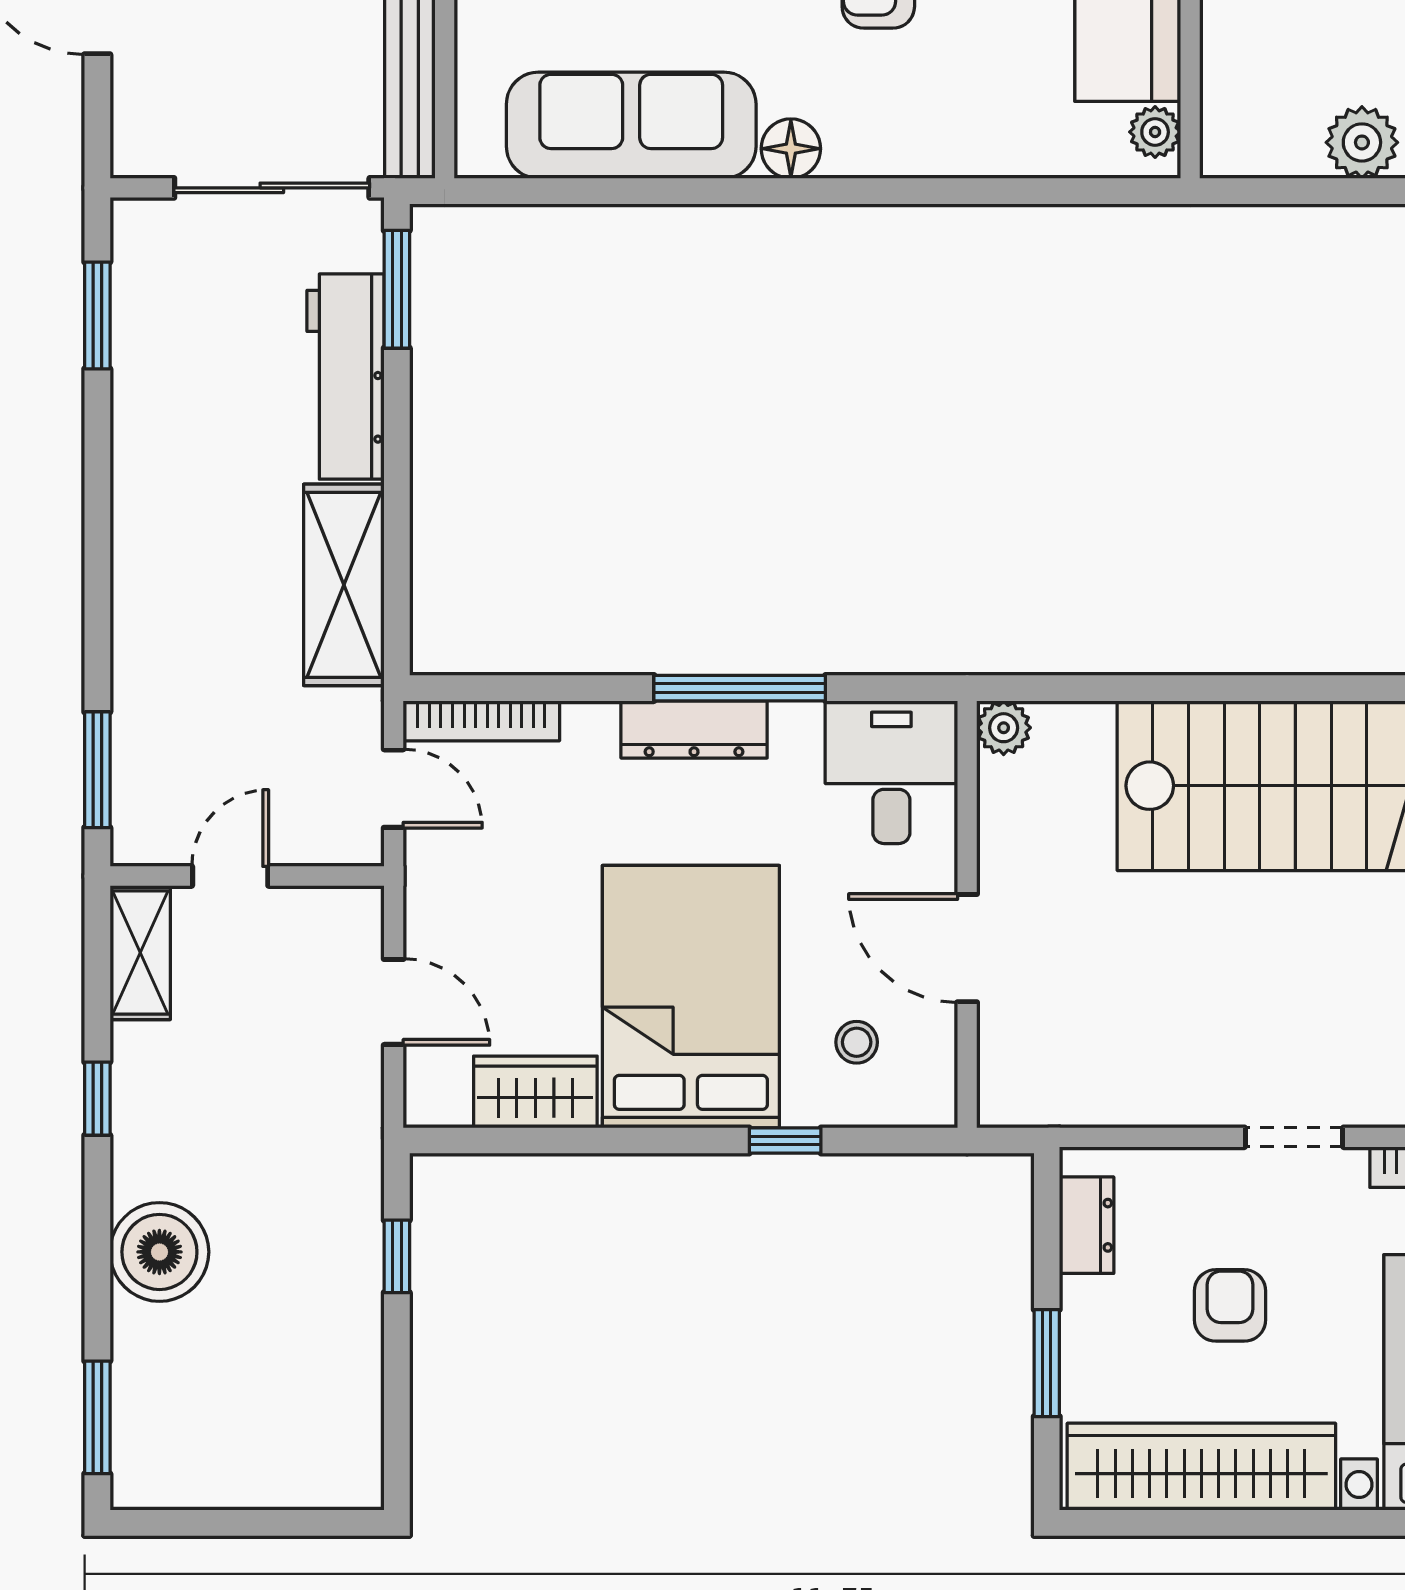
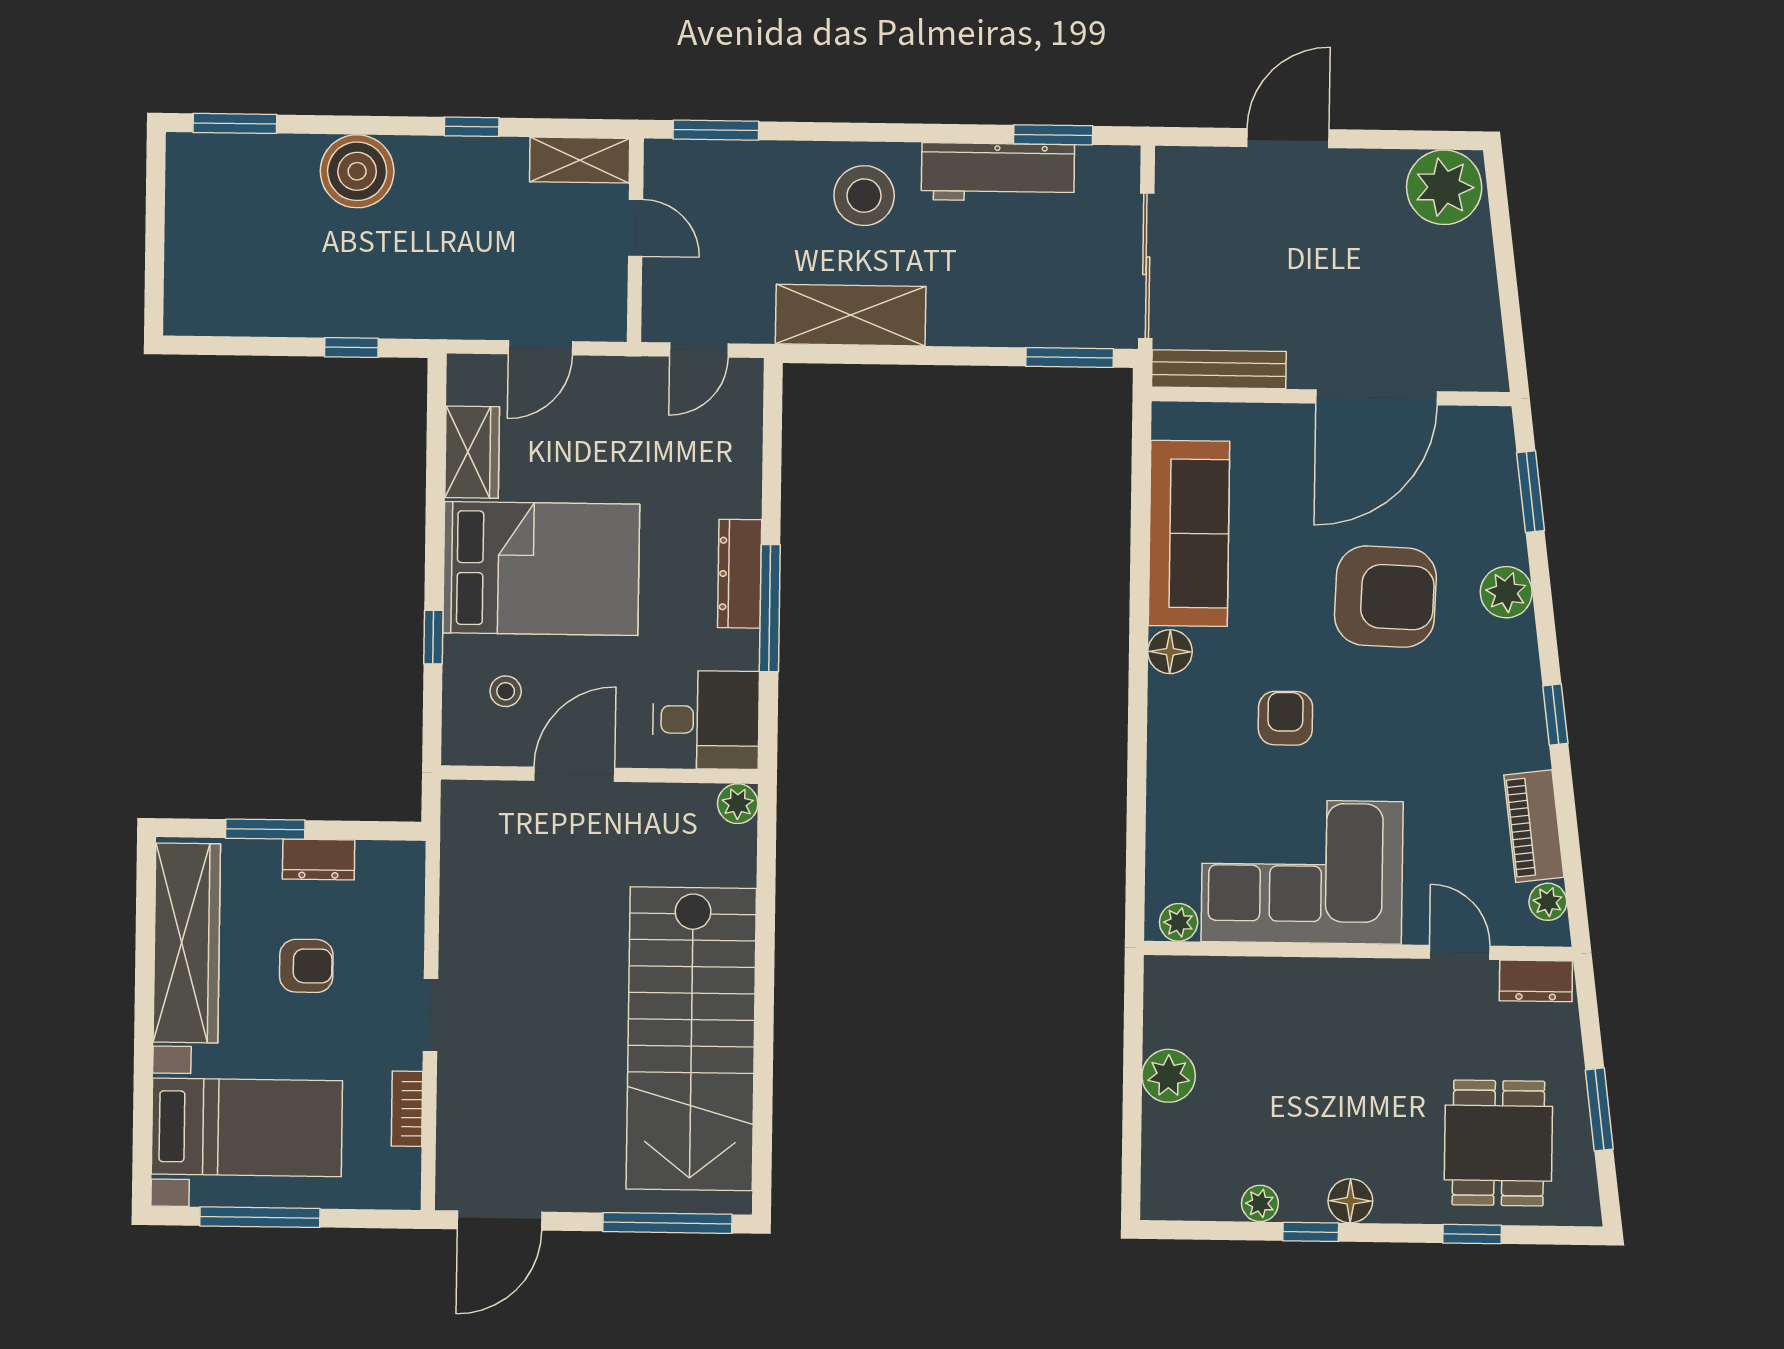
workbench: (345, 377) -> (998, 172), moved, turned 180
stool: (183, 569) -> (864, 196), added
bookcase: (481, 721) -> (748, 416), removed
dresser: (1087, 1225) -> (319, 859), moved

